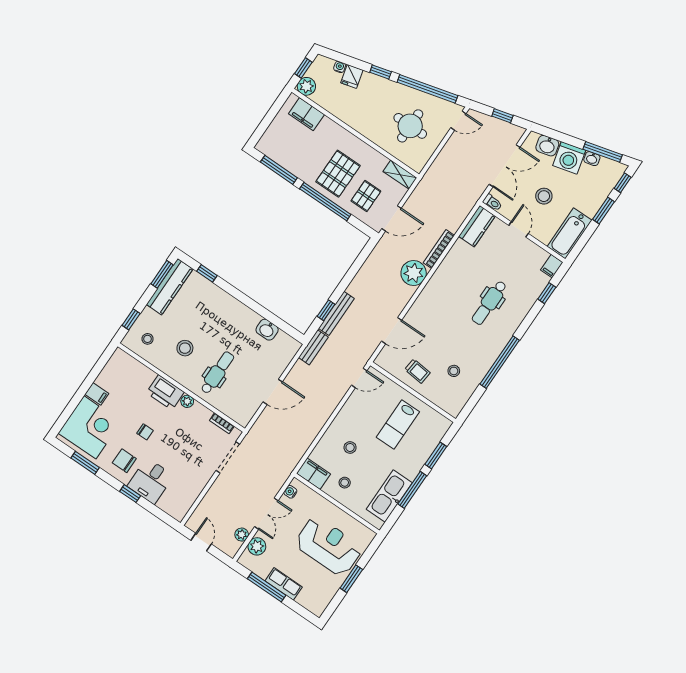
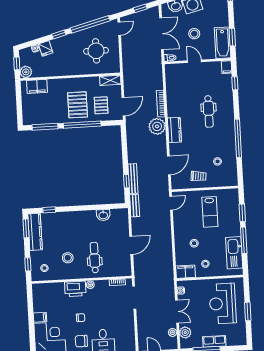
window: (604, 210) -> (232, 37), moved
kitchen counter: (477, 226) -> (174, 130), moved
reception desk: (328, 546) -> (223, 304), turned -90

